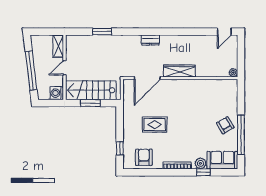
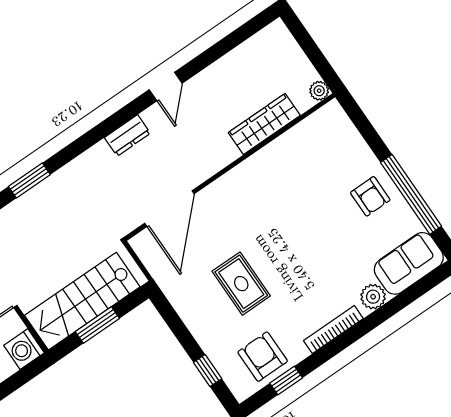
door: (224, 32) -> (166, 86), moved
wardrobe: (179, 71) -> (264, 124), moved
rug: (155, 125) -> (241, 284), turned 90
armchair: (225, 125) -> (370, 196), turned -150
window: (203, 172) -> (286, 381), moved

